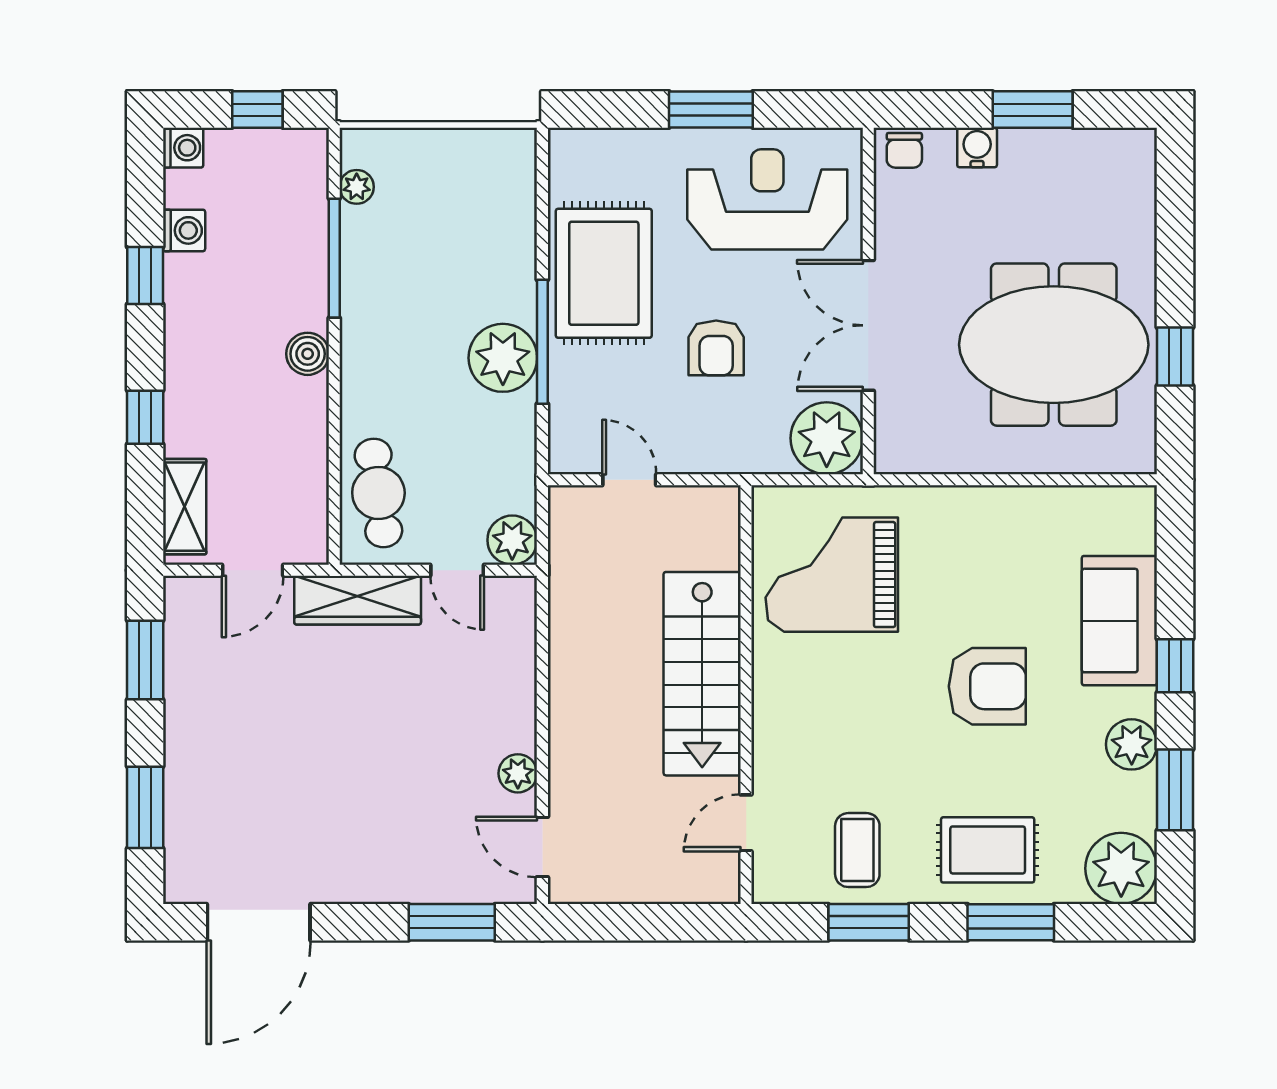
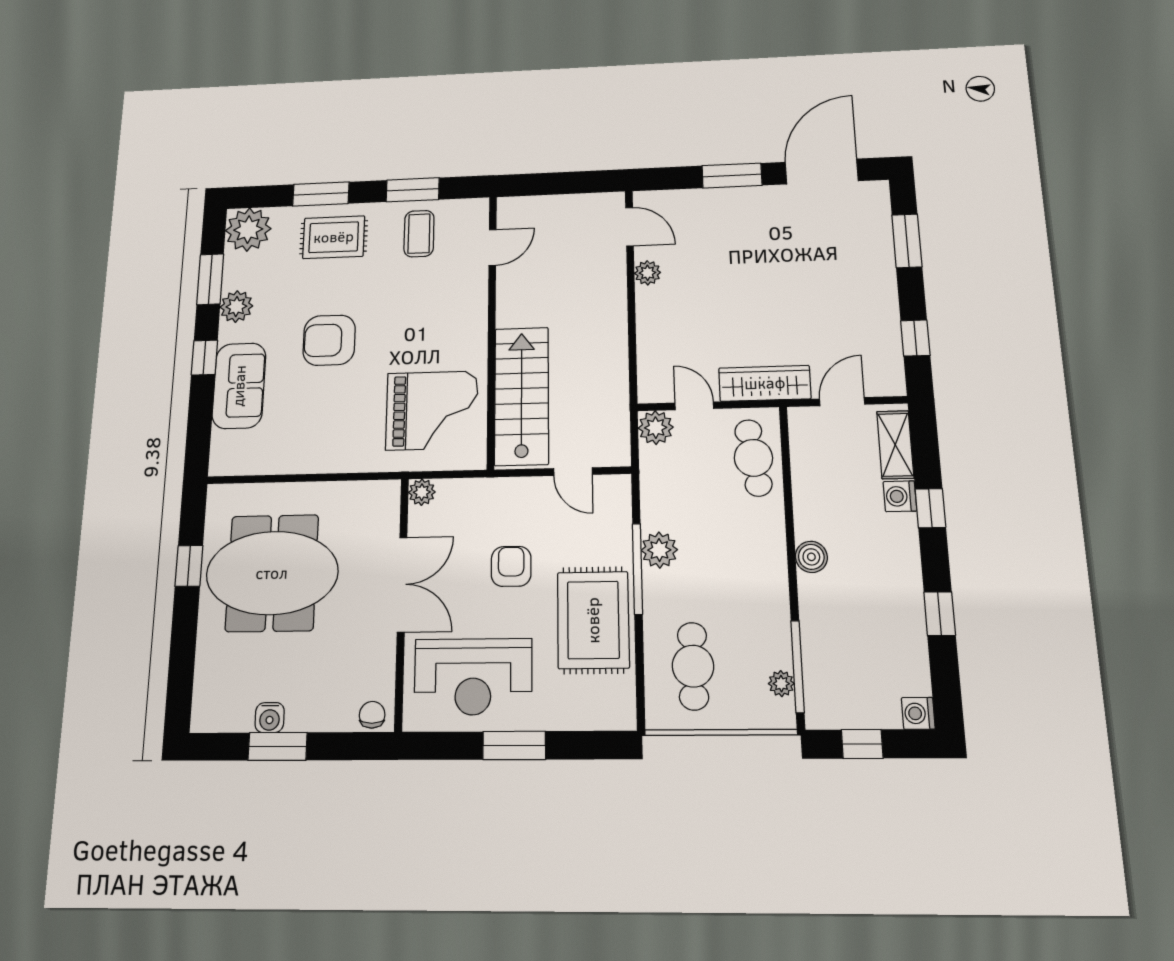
water cooler: (977, 147) -> (270, 718), moved
cafe table: (472, 211) -> (693, 666), added
washing machine: (184, 230) -> (900, 496), moved
window: (334, 258) -> (798, 666), moved
plant: (503, 358) -> (659, 550), width x0.73, depth x0.73
plant: (827, 438) -> (422, 492), width x0.53, depth x0.53
window: (145, 660) -> (915, 338), width x0.67
stairs: (702, 674) -> (522, 396), moved
window: (452, 922) -> (732, 176), moved

